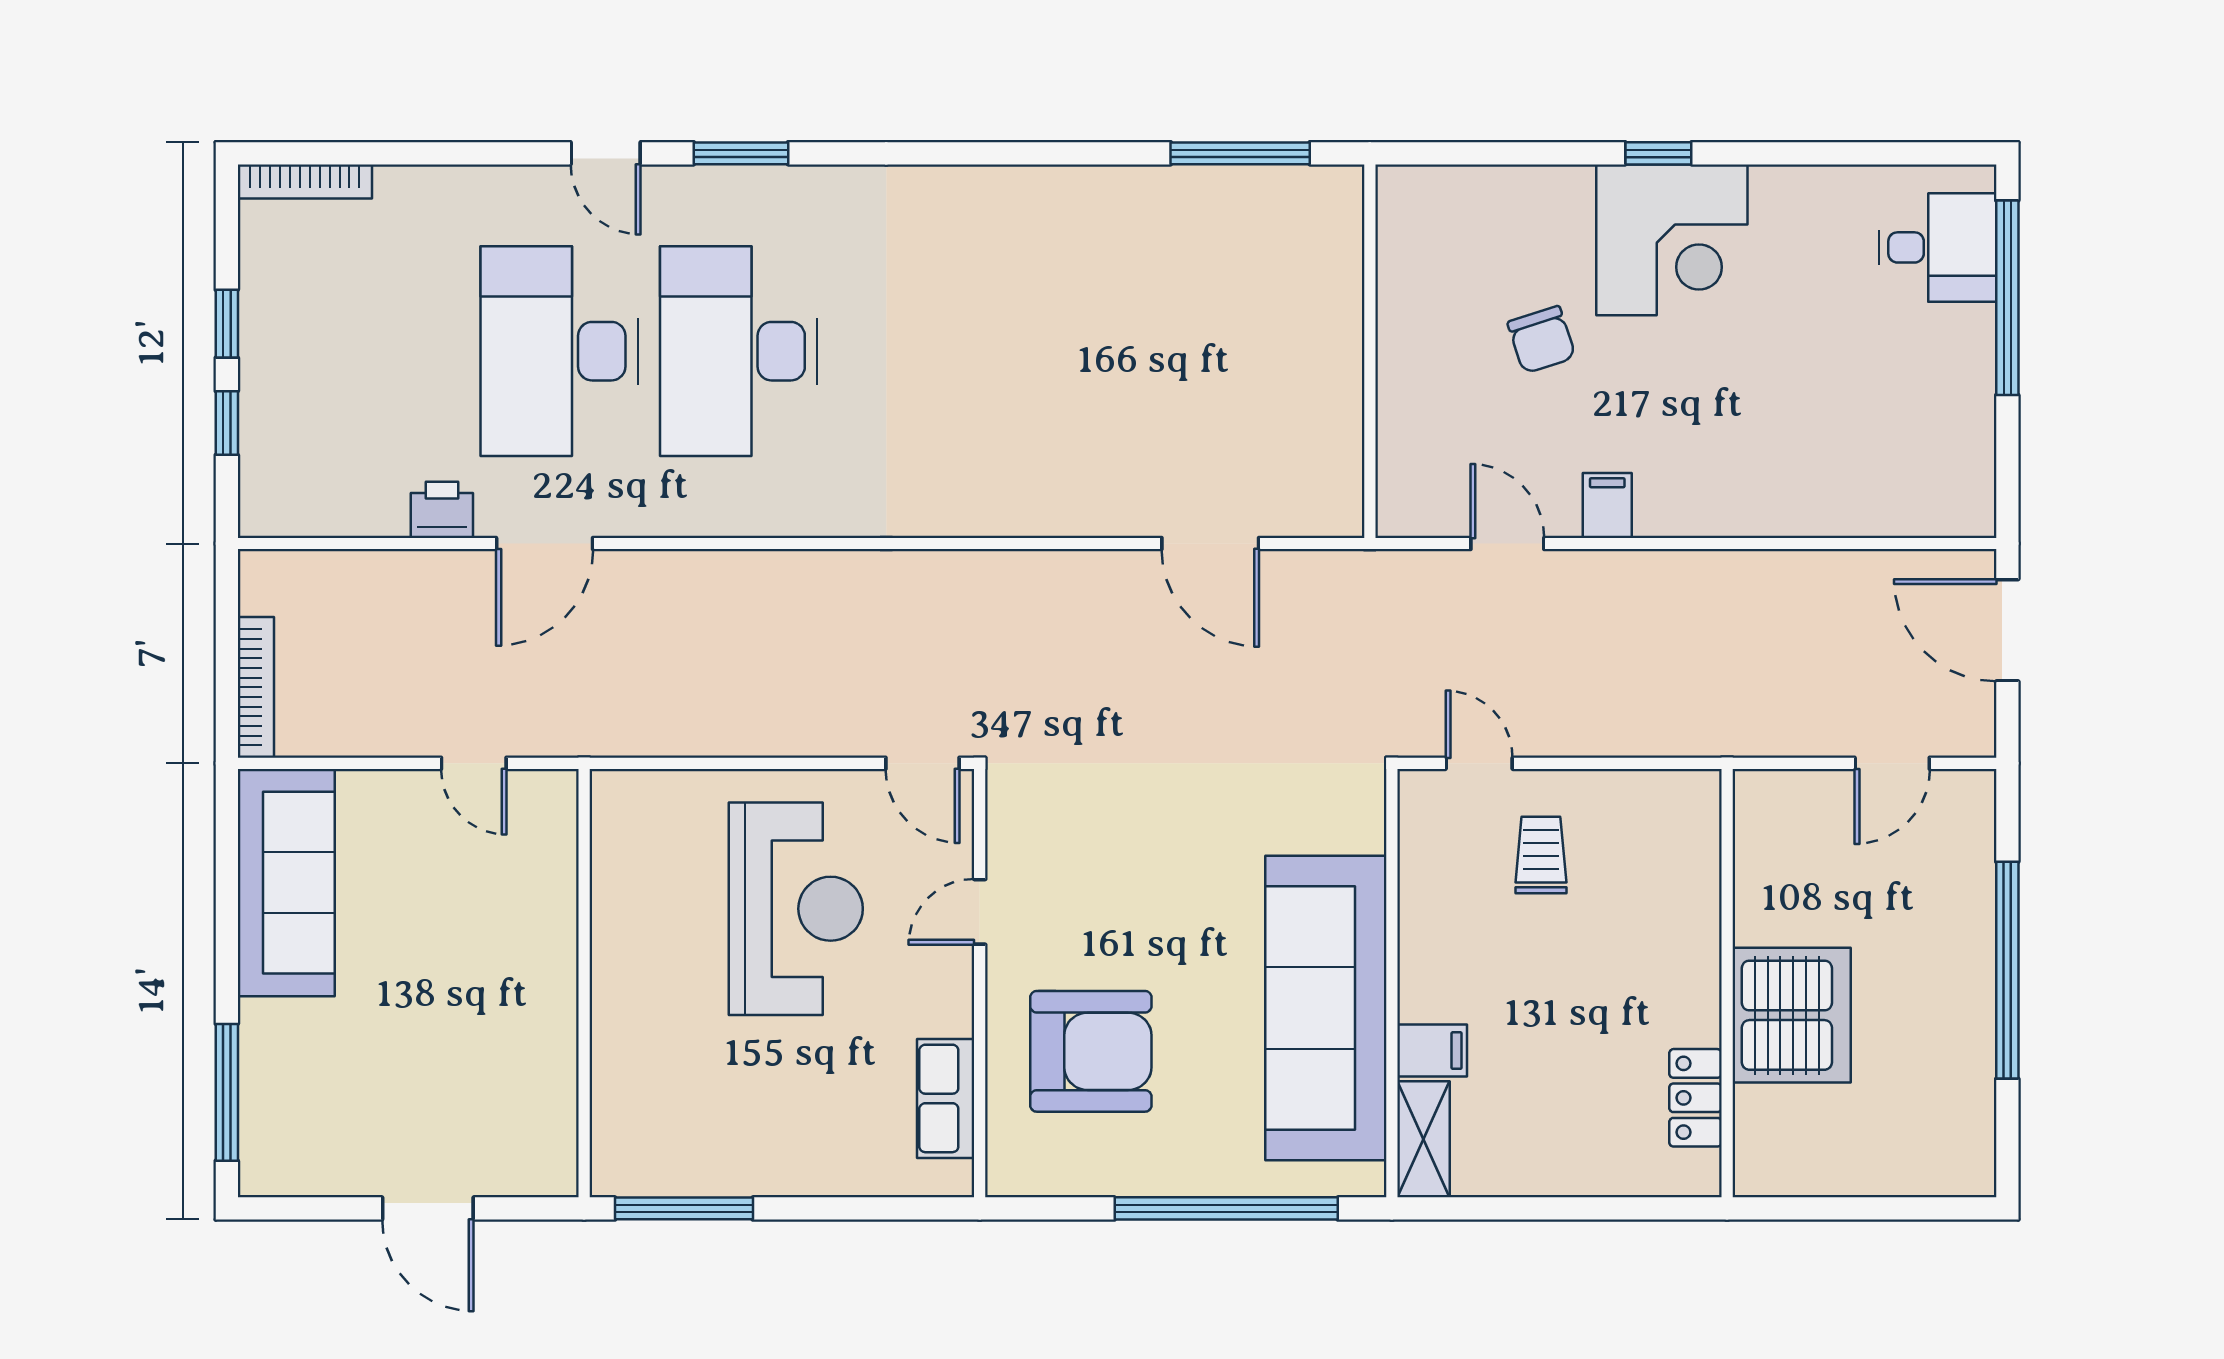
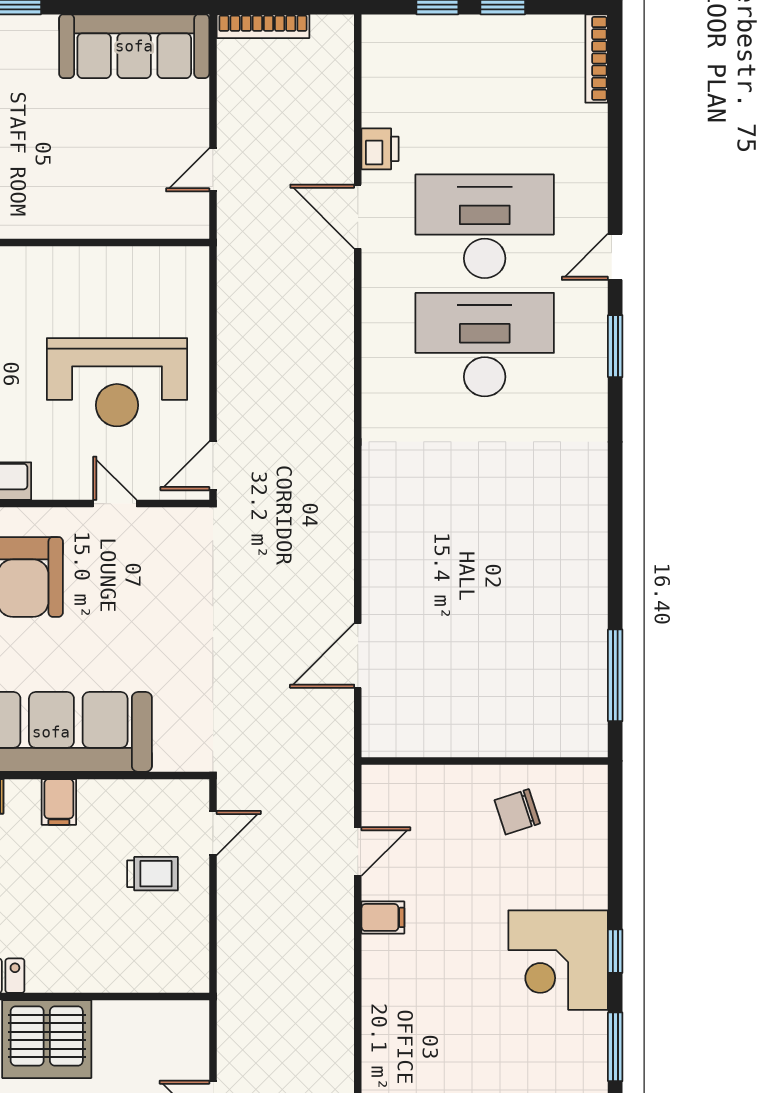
window: (1803, 153) -> (615, 1047), added
chair: (1541, 340) -> (517, 812), moved
filing cabinet: (1432, 1051) -> (59, 802), moved

